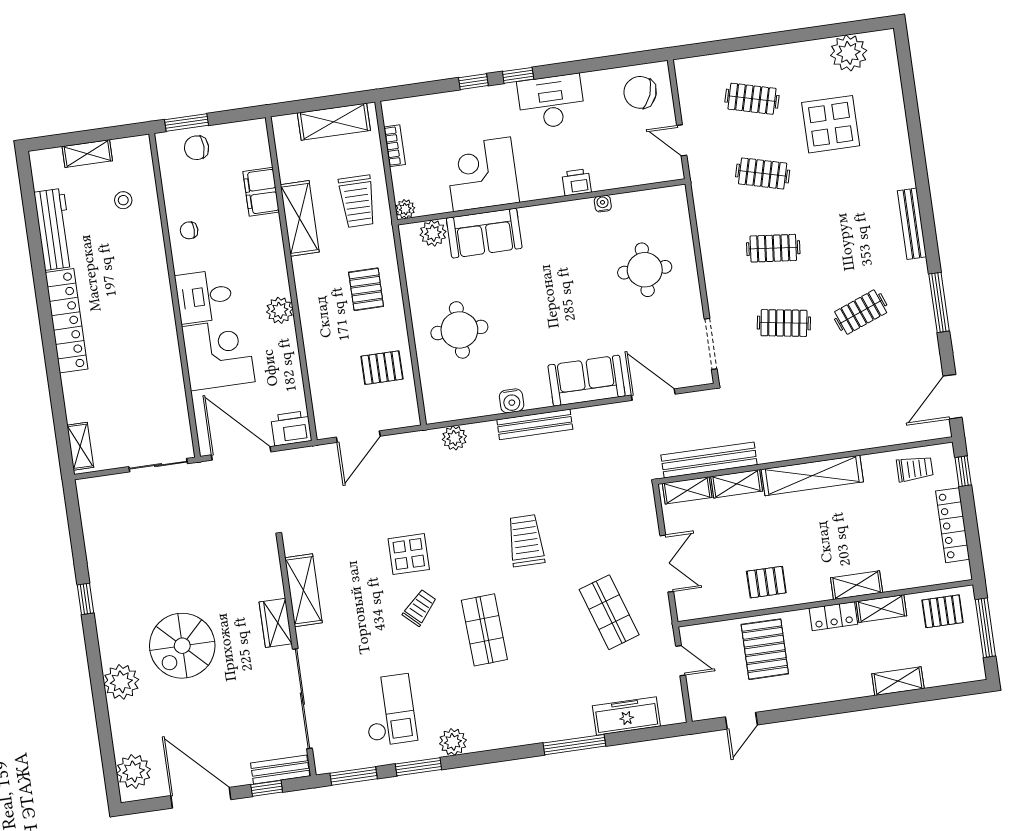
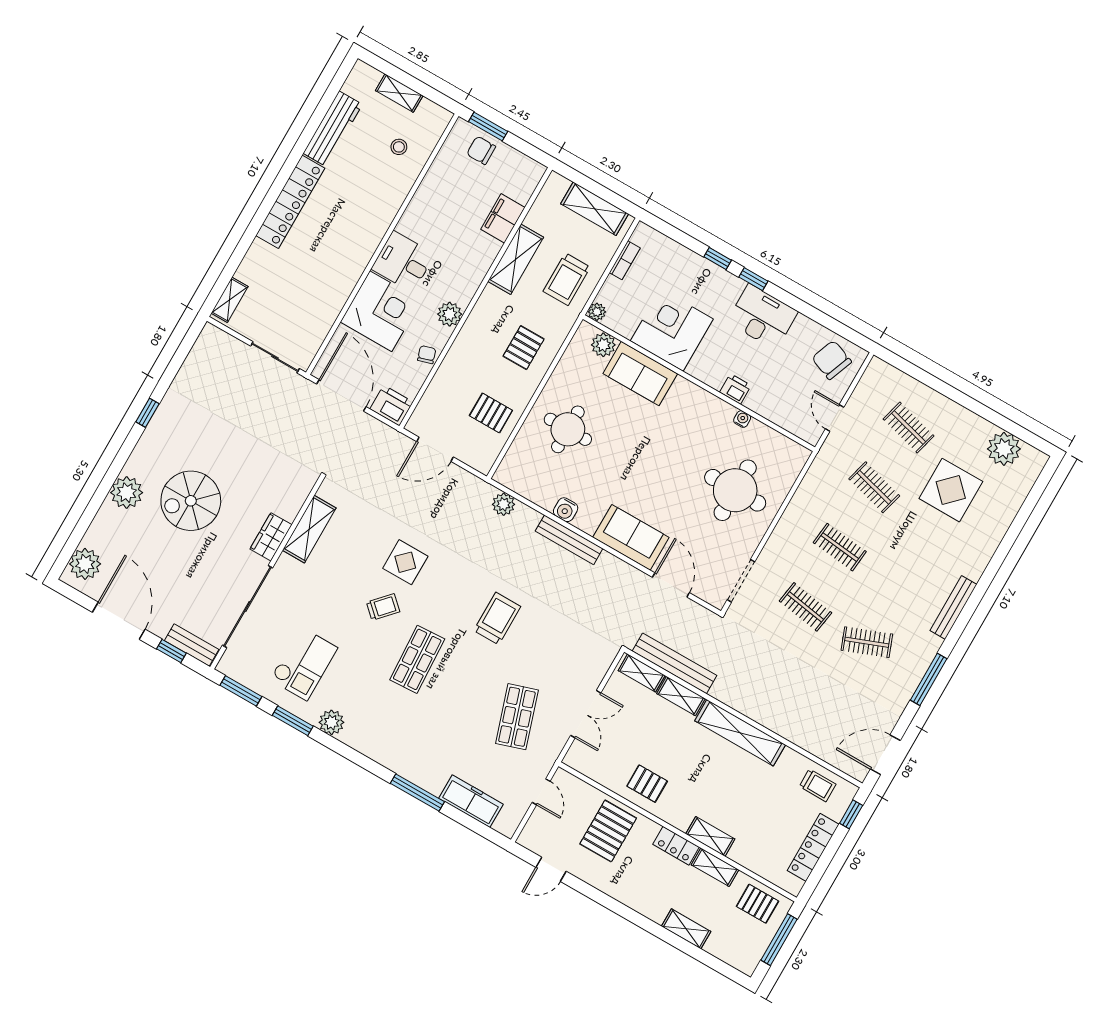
chair: (189, 230) -> (427, 355), moved, turned 73
round table: (645, 270) -> (735, 490), width x1.36, depth x1.36

